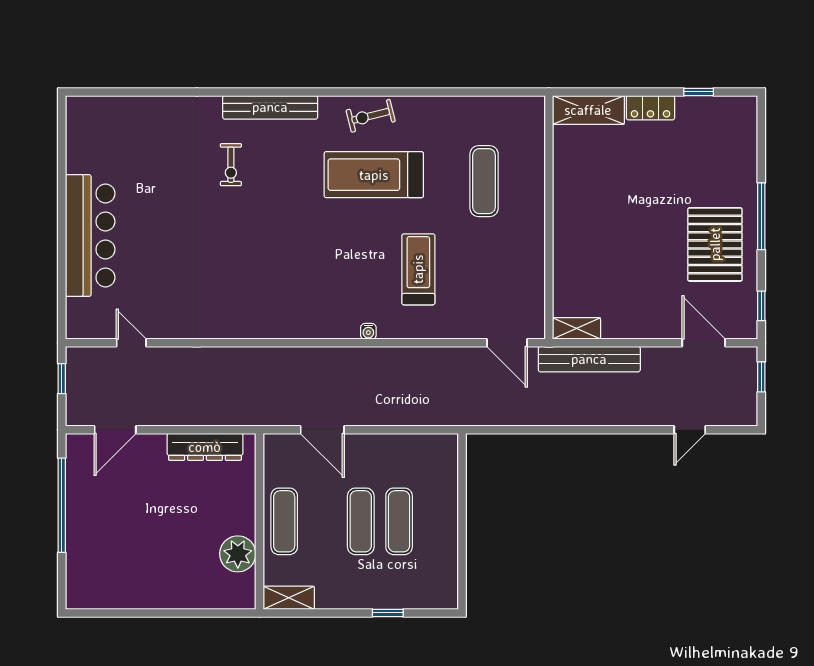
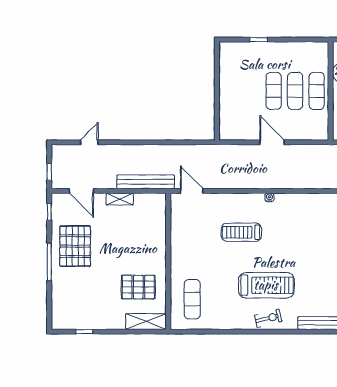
locker: (650, 108) -> (111, 323), removed
pallet: (602, 171) -> (138, 287), added
exercise mat: (484, 181) -> (192, 299), moved
treadmill: (418, 269) -> (241, 232), turned 90
shelving: (576, 328) -> (120, 199), moved
door: (322, 430) -> (272, 142), moved
exercise mat: (399, 521) -> (295, 91), moved
shelving: (289, 598) -> (314, 48), removed

